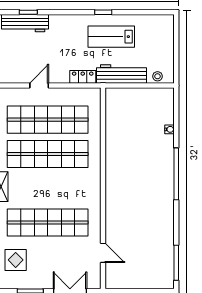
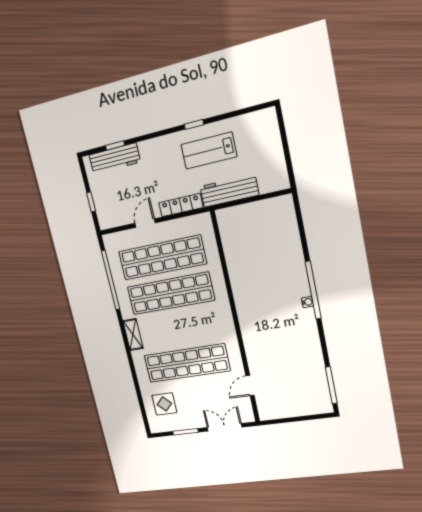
stool: (157, 76) -> (270, 184), removed
locker: (83, 77) -> (181, 205), width x1.53
water cooler: (170, 129) -> (308, 302), moved
door: (103, 253) -> (250, 386), swing flipped

